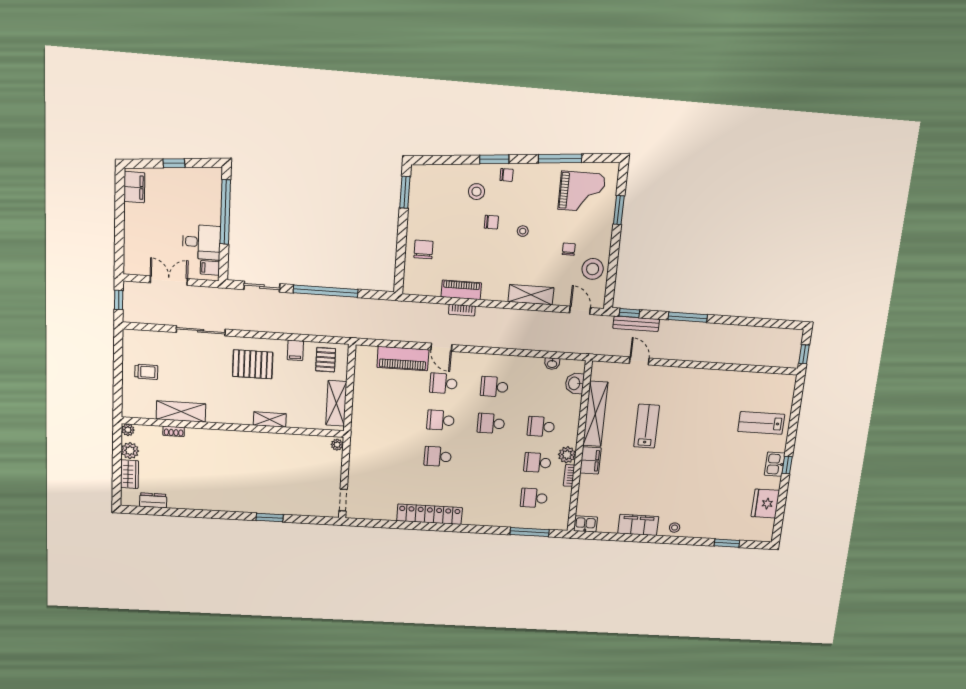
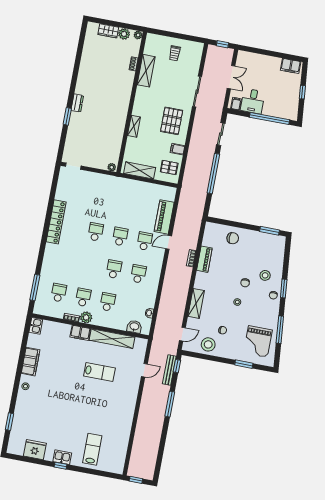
dresser: (153, 500) -> (77, 103), moved

